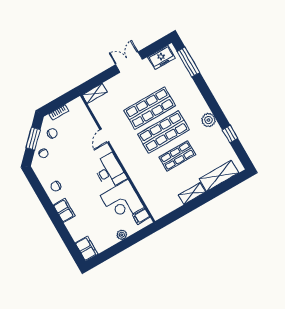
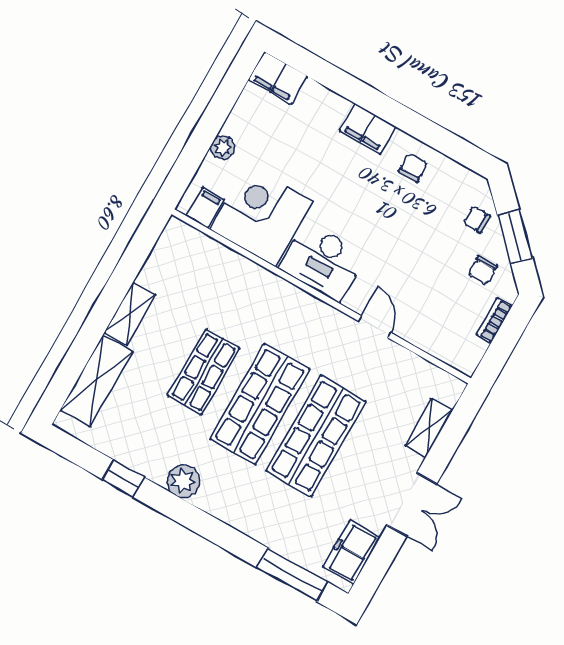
shelving: (95, 93) -> (429, 428), moved

